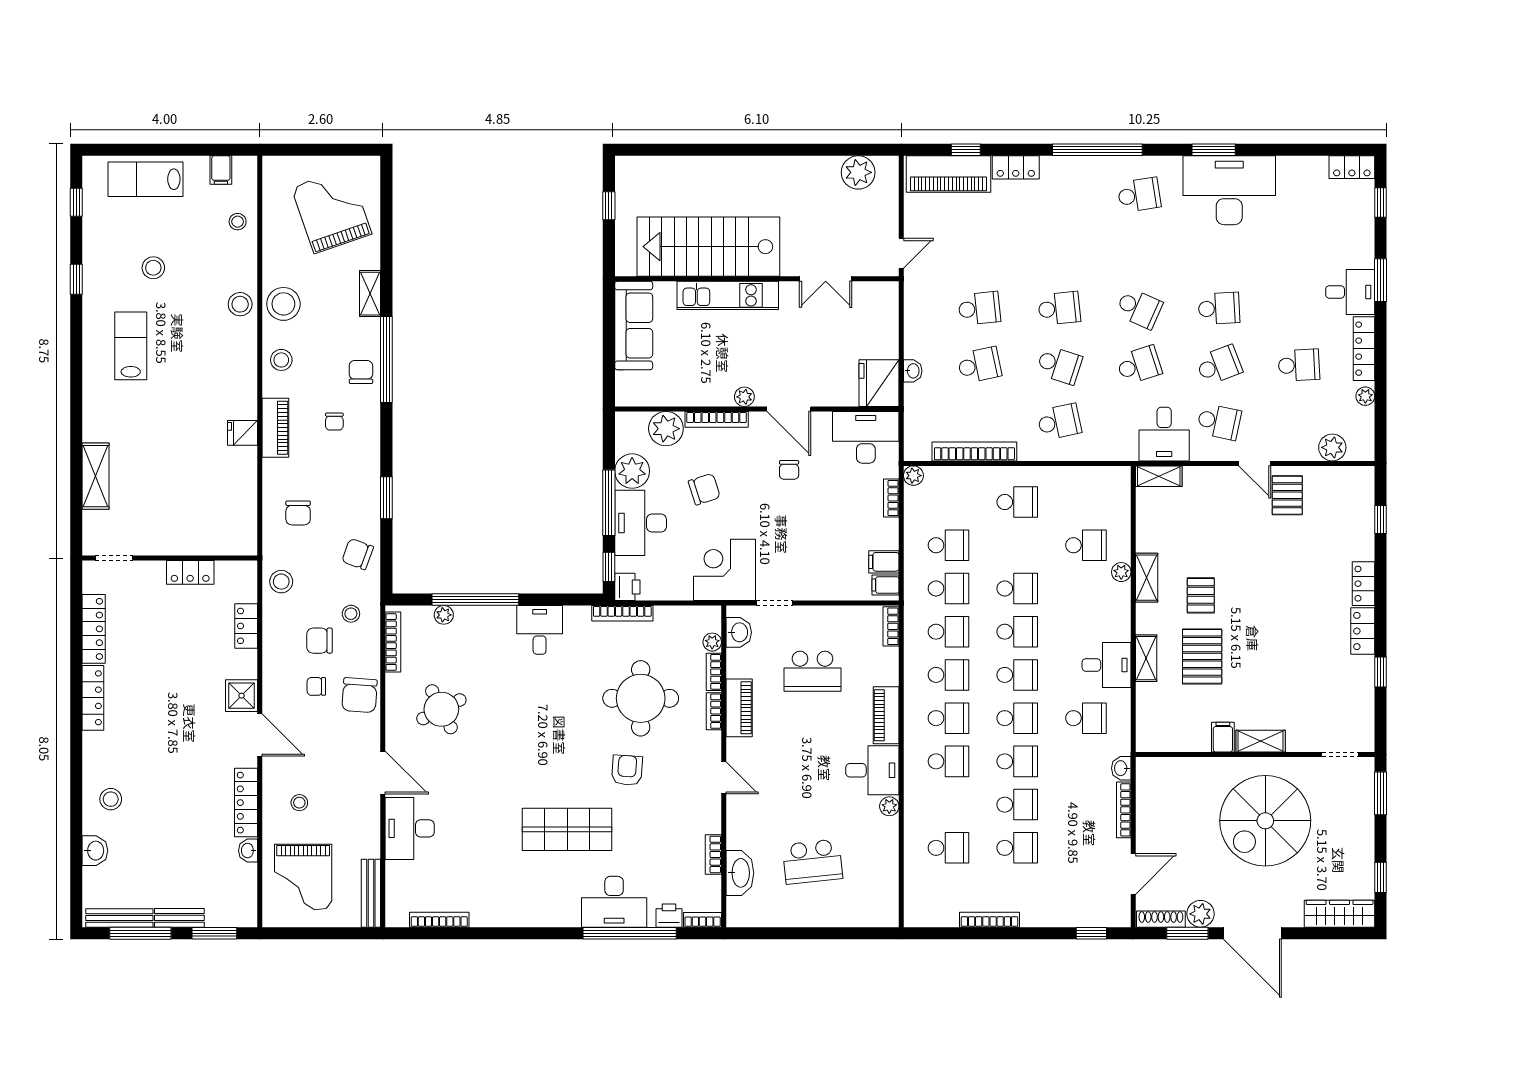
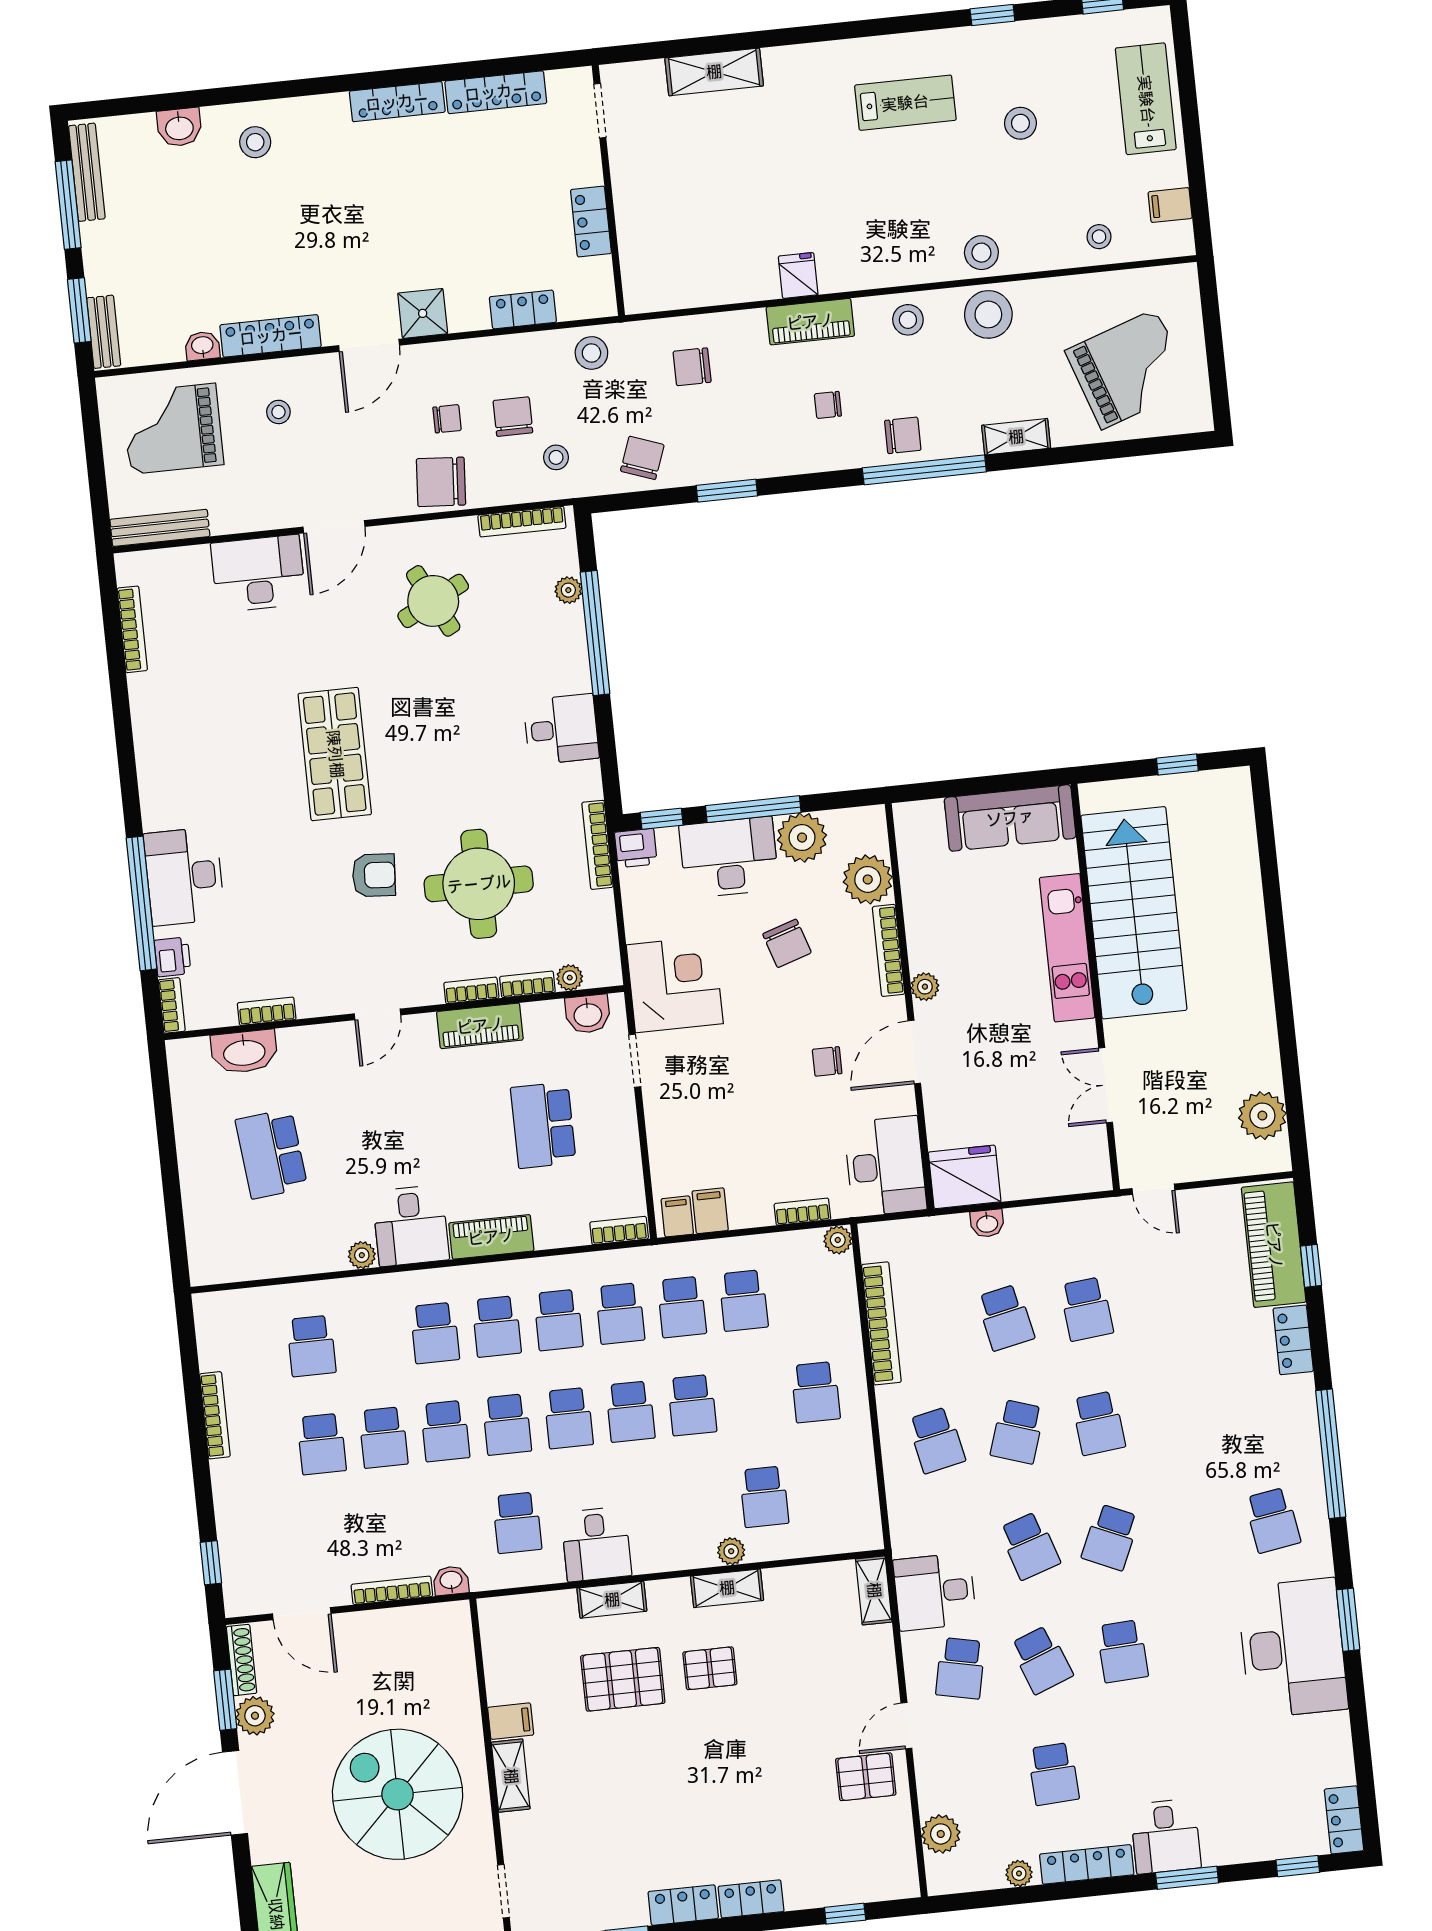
chair: (316, 686) -> (447, 419), turned 90
shop shelf: (567, 829) -> (335, 754), moved
bench: (179, 918) -> (104, 332), moved

